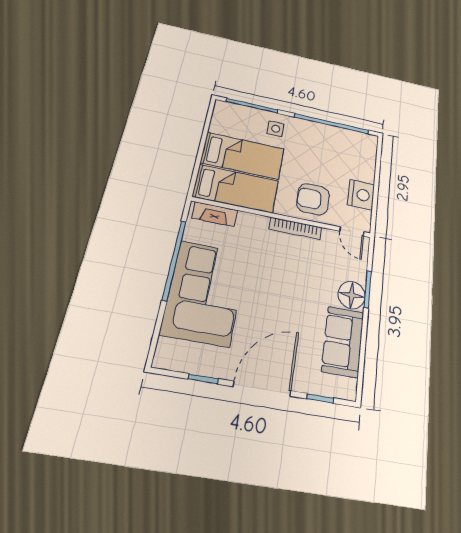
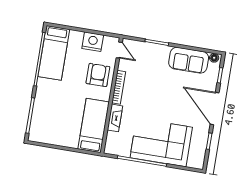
side table: (276, 129) -> (47, 99), removed
bed: (243, 156) -> (54, 53), moved, turned 180
armchair: (313, 199) -> (98, 75), turned 180
fireplace: (215, 214) -> (115, 118), moved
door: (352, 231) -> (119, 50), hinge flipped
floor lamp: (352, 295) -> (214, 58), moved, width x0.53, depth x0.53

